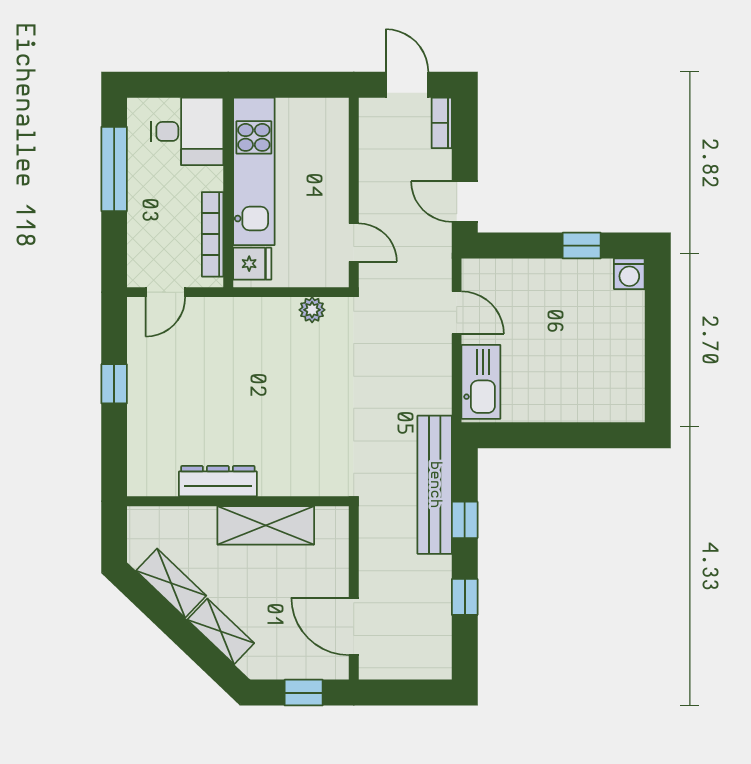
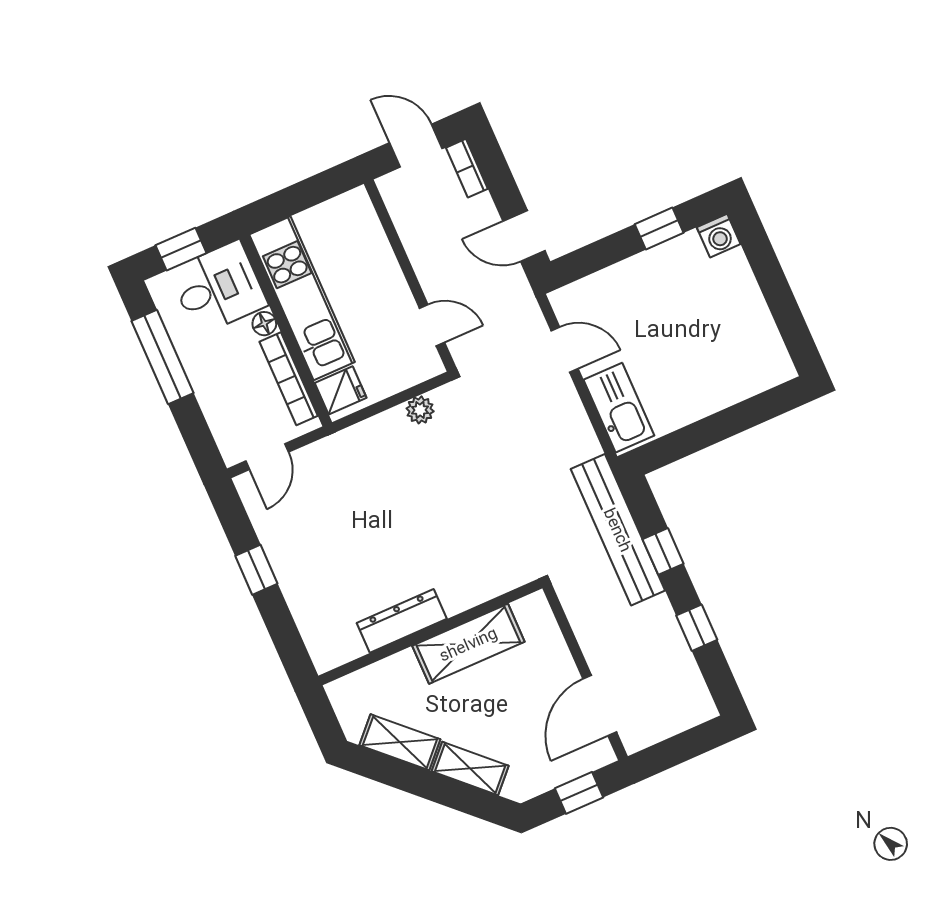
window: (170, 85) -> (181, 249), added
floor lamp: (213, 179) -> (264, 324), added
door: (354, 626) -> (600, 705), hinge flipped

